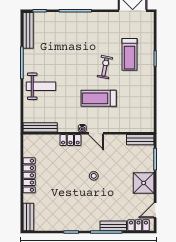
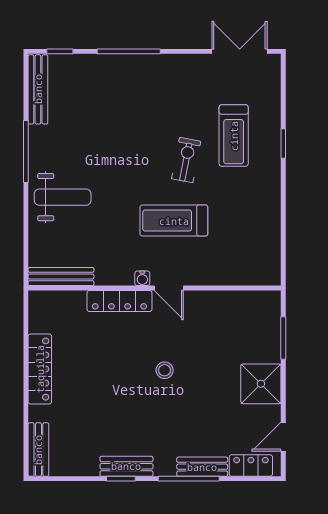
locker: (70, 140) -> (119, 301), width x1.53
bench: (140, 140) -> (126, 466), moved

